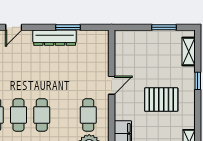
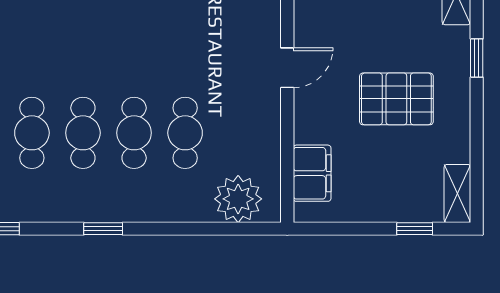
cafe table: (88, 115) -> (185, 133), moved

